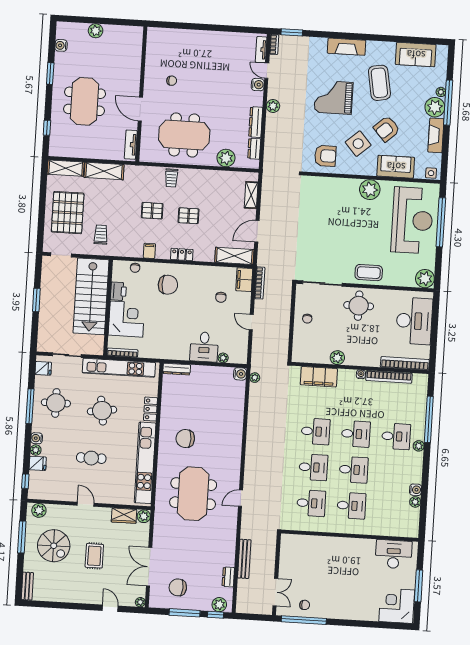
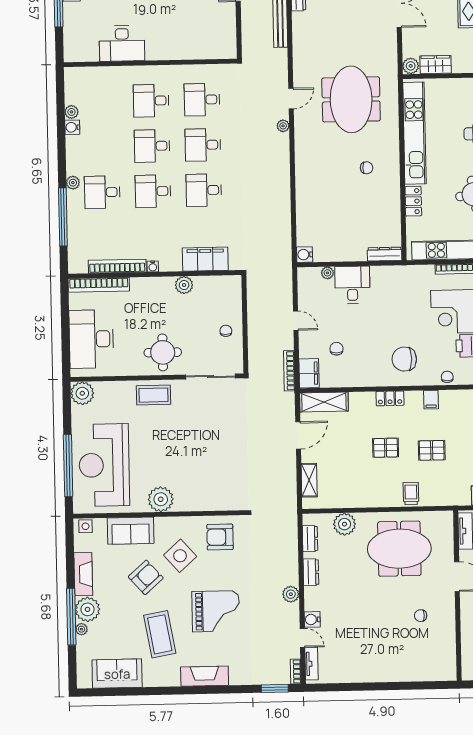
dresser: (256, 122) -> (311, 572), width x0.70
plant: (255, 378) -> (283, 126), moved
chair: (185, 439) -> (367, 168), width x0.54, depth x0.54
desk: (394, 554) -> (122, 43), moved

